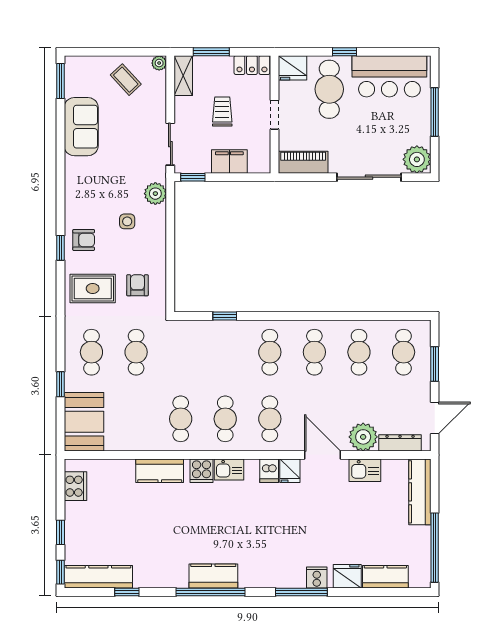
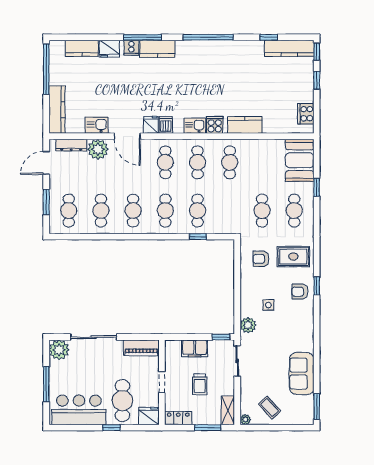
armchair: (137, 285) -> (261, 259), turned 90
cafe table: (225, 352) -> (198, 211), added
kitchen counter: (213, 576) -> (157, 49), moved

